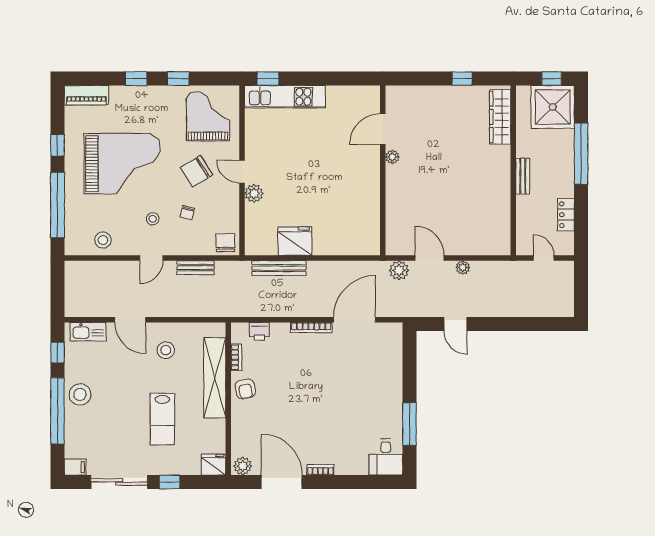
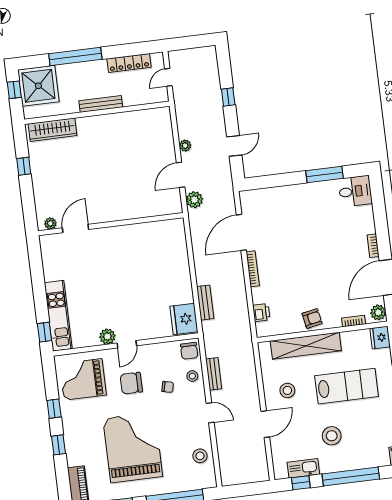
door: (383, 129) -> (75, 229), swing flipped
plant: (392, 157) -> (50, 223), moved
chair: (197, 171) -> (131, 383), turned 122
bench: (523, 176) -> (101, 104), width x1.36
plant: (254, 193) -> (107, 336), moved
locker: (566, 215) -> (129, 63), width x1.53
stool: (153, 219) -> (192, 376), moved
fridge: (295, 241) -> (184, 319), moved
chair: (226, 243) -> (189, 351), turned -90
bench: (279, 268) -> (205, 303), width x0.73
door: (355, 320) -> (241, 232), hinge flipped
window: (513, 324) -> (228, 97), added
kitchen sink: (88, 332) -> (303, 468), moved, turned -90
bookcase: (236, 357) -> (354, 321), moved
stool: (80, 394) -> (332, 436), moved
lab bench: (162, 419) -> (347, 386), width x1.36, depth x1.39

